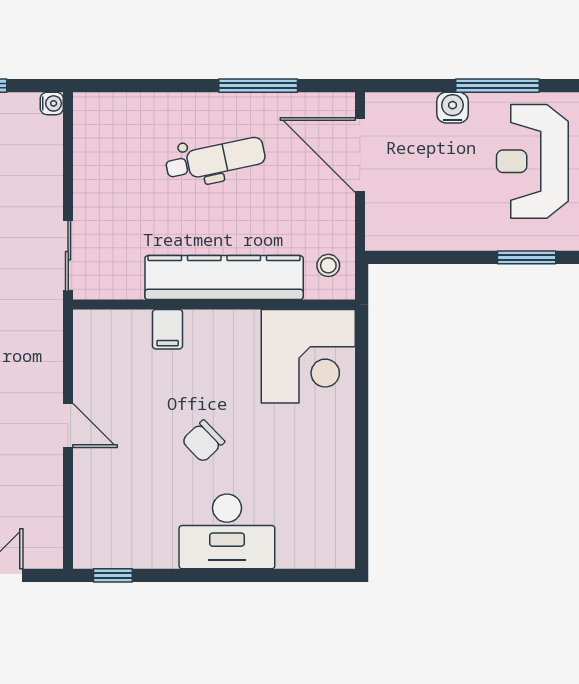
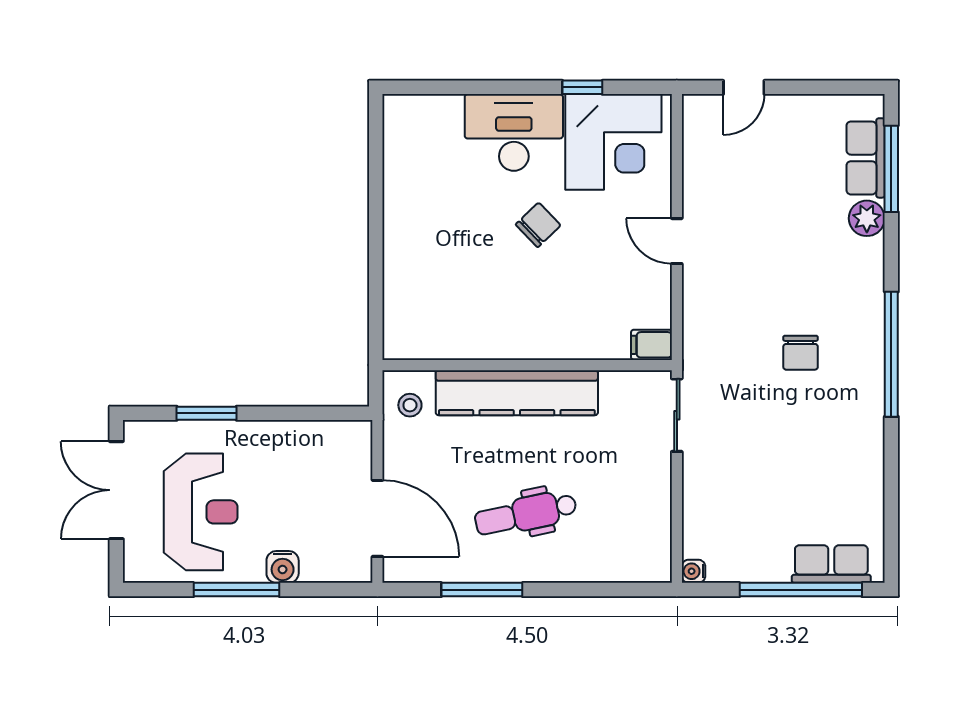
filing cabinet: (168, 329) -> (651, 345), moved, turned -90
corner desk: (308, 356) -> (613, 142), moved, turned 180
window: (113, 575) -> (582, 87), moved

